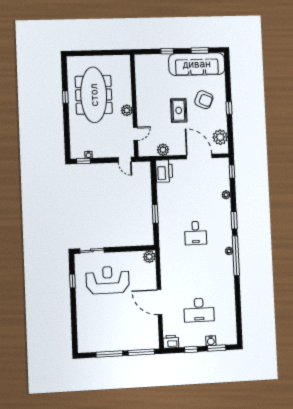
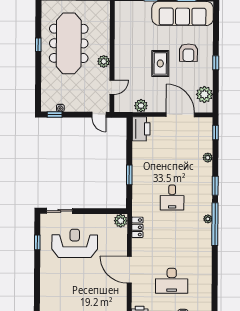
armchair: (204, 100) -> (188, 53), turned 66
locker: (165, 262) -> (137, 227), added

